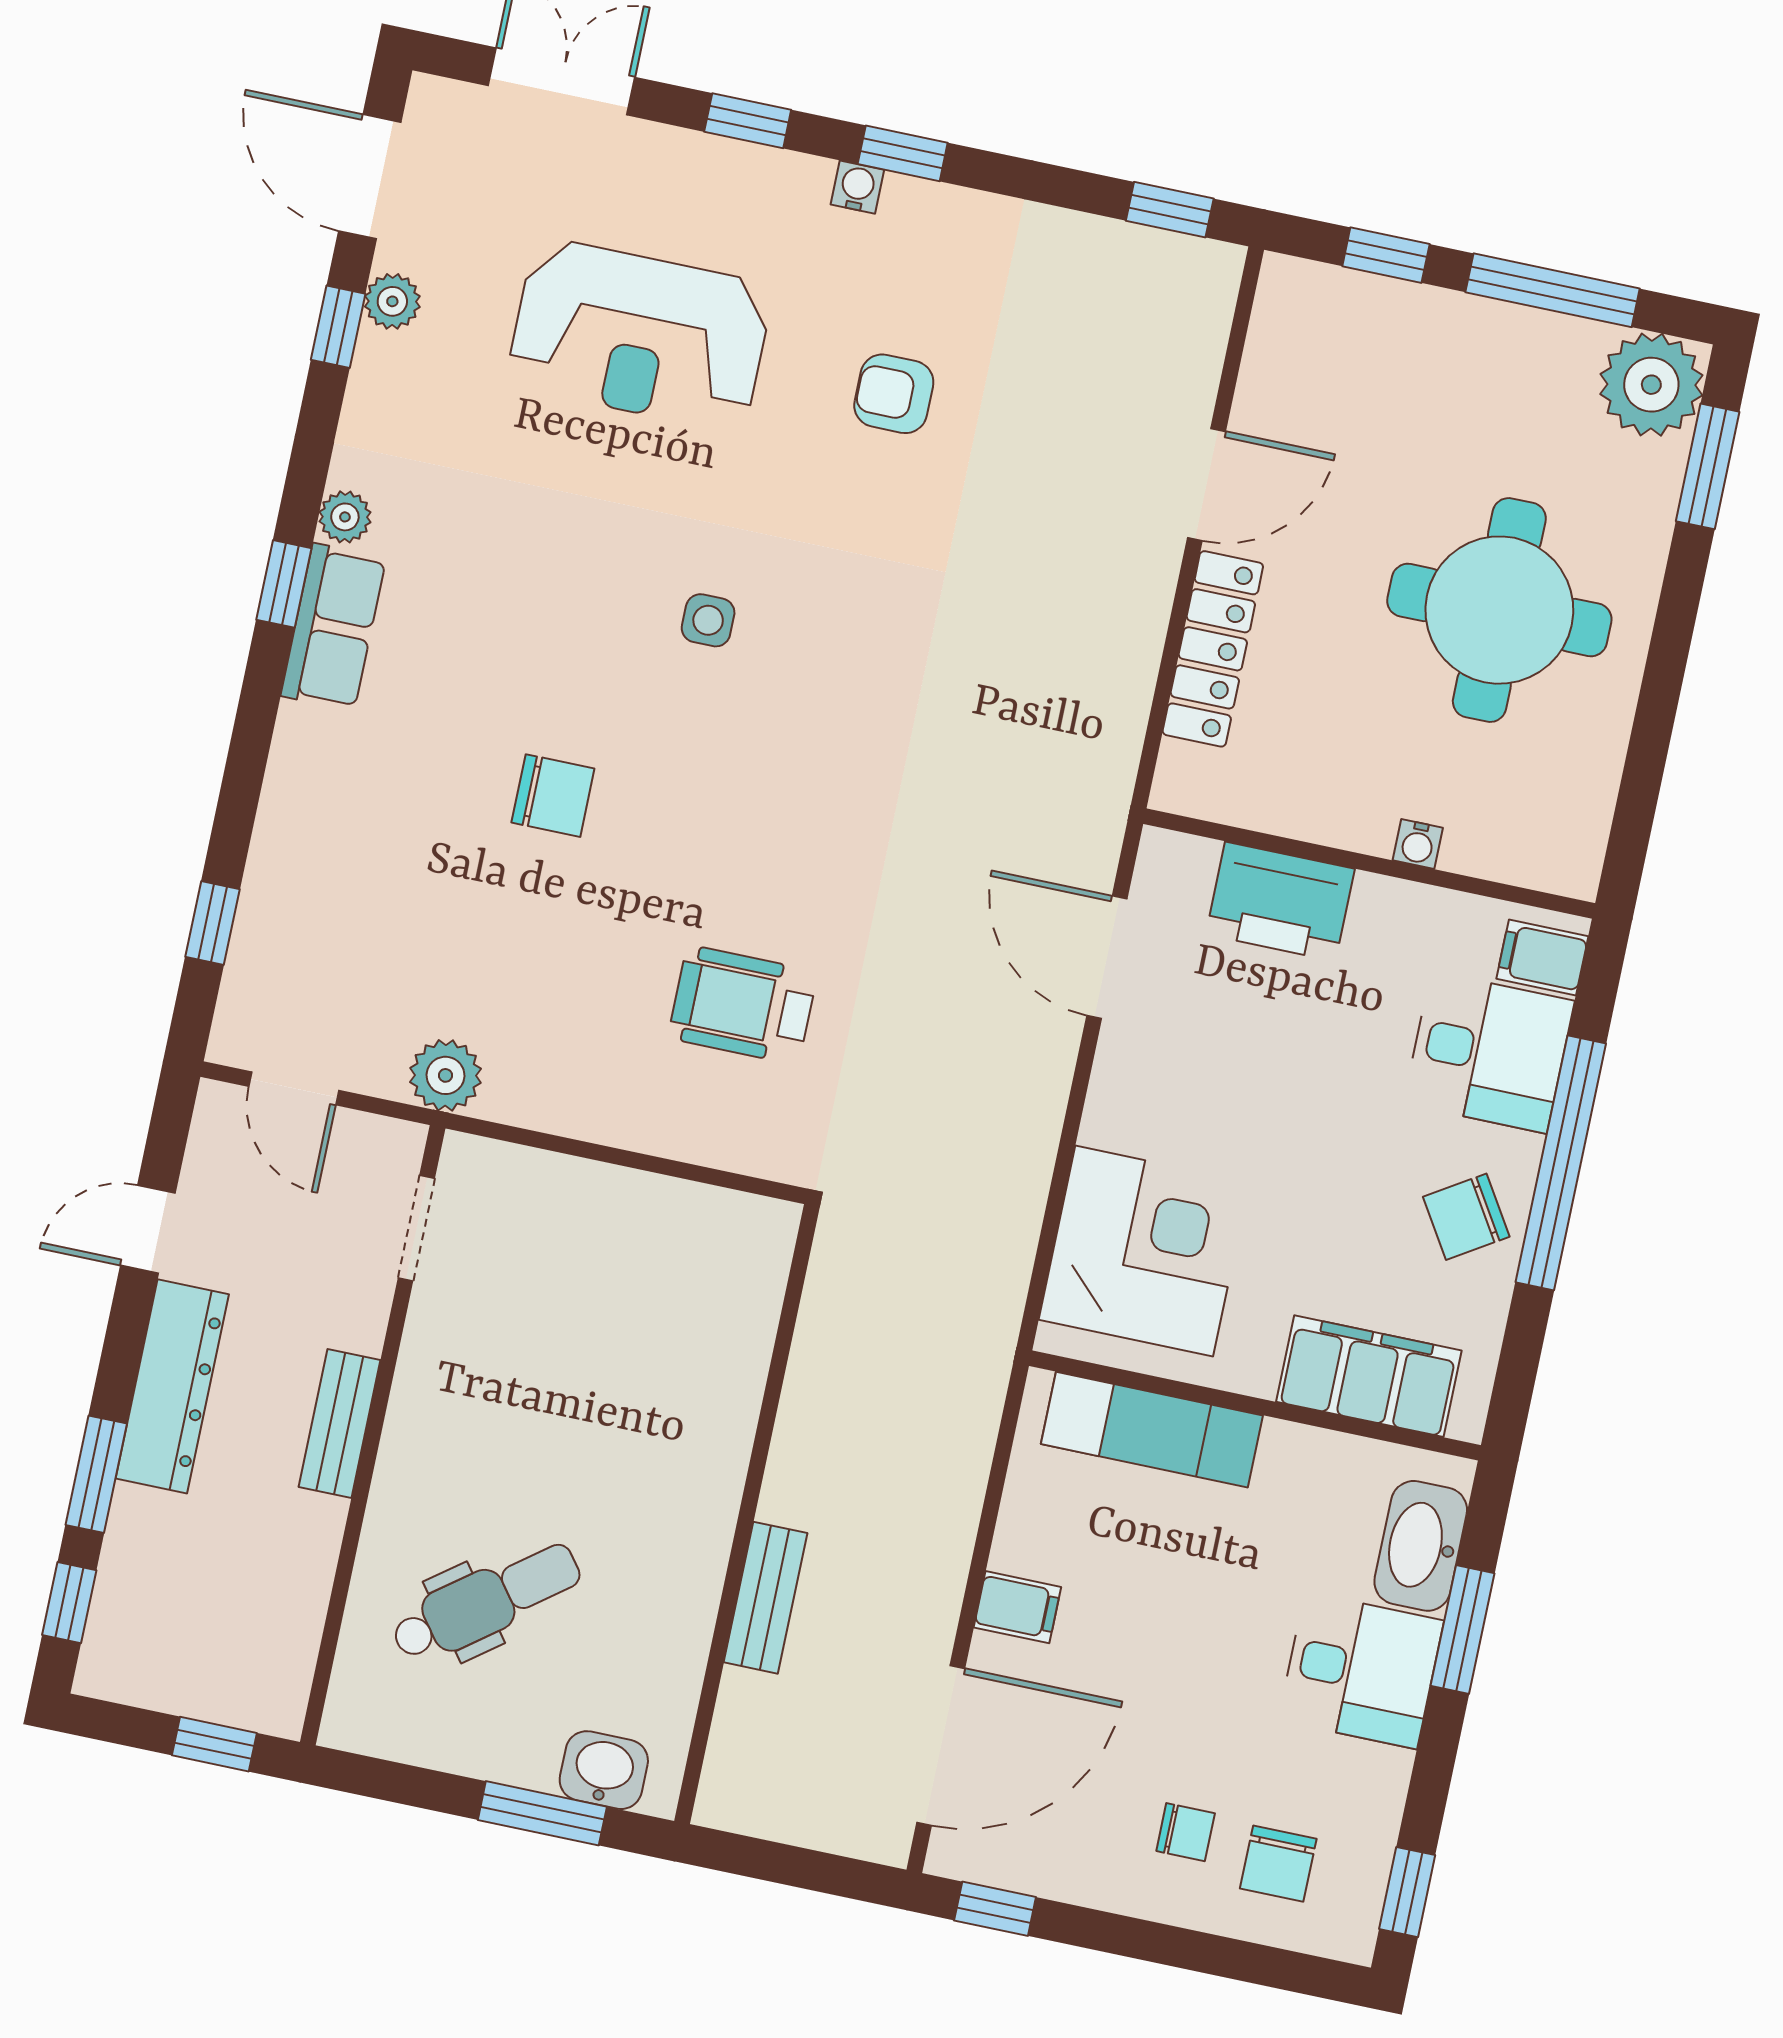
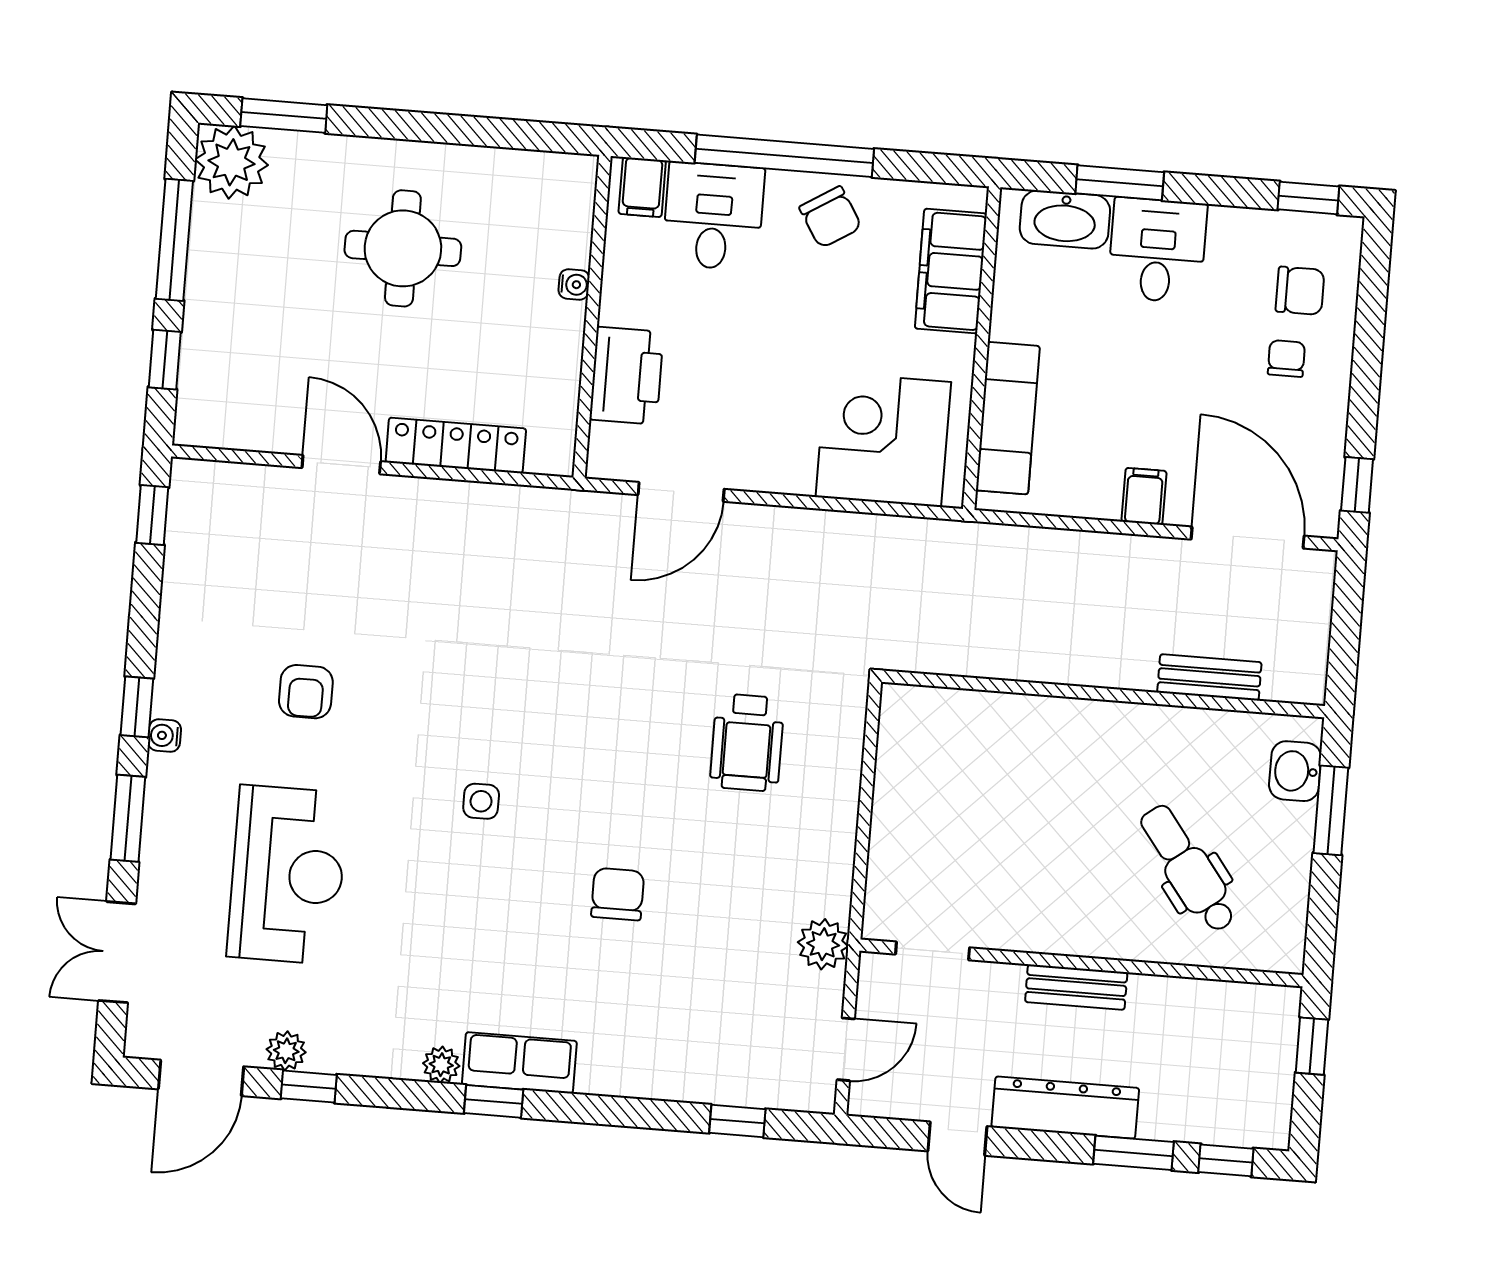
window: (748, 121) -> (128, 818), width x1.50
round table: (1499, 610) -> (403, 248), width x0.73, depth x0.73
bench: (765, 1598) -> (1209, 677), moved

